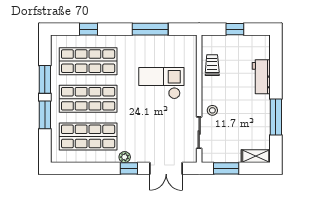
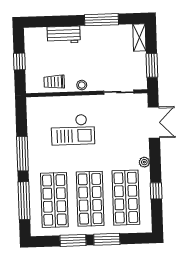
window: (88, 29) -> (24, 201), width x2.17
window: (150, 29) -> (22, 154), moved
checkout: (161, 83) -> (73, 130), turned -90
stool: (212, 110) -> (82, 85), moved
window: (129, 168) -> (156, 191), moved

